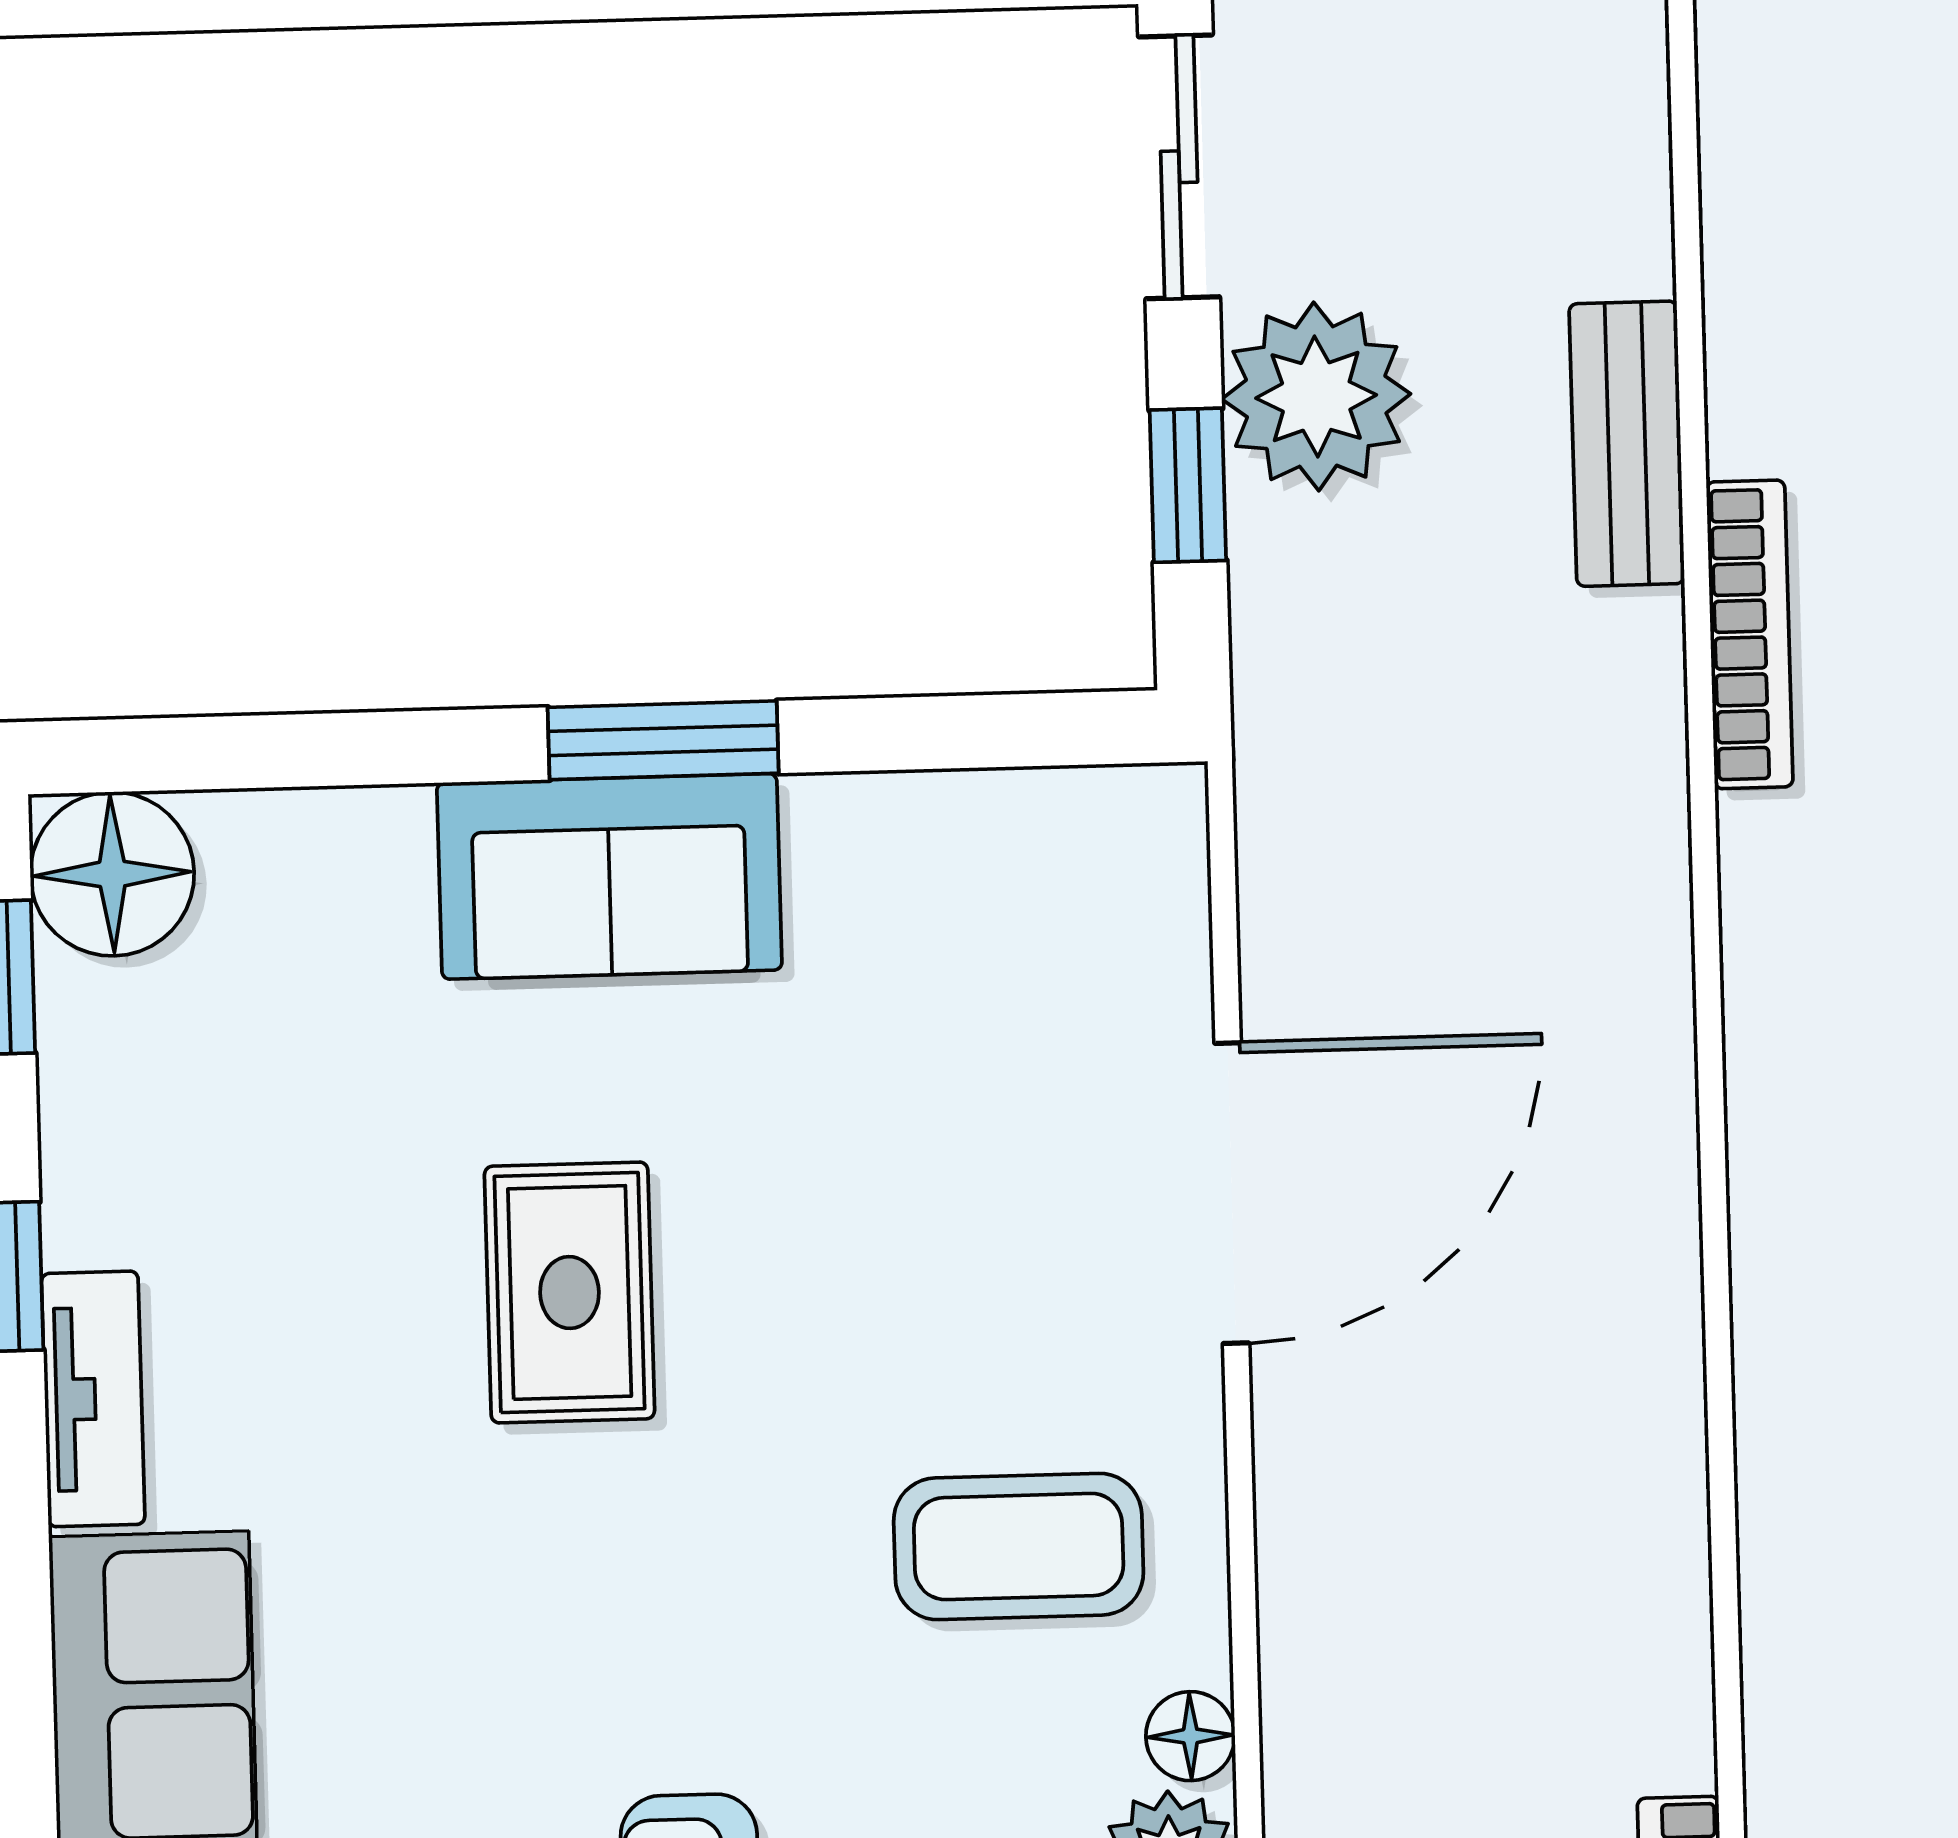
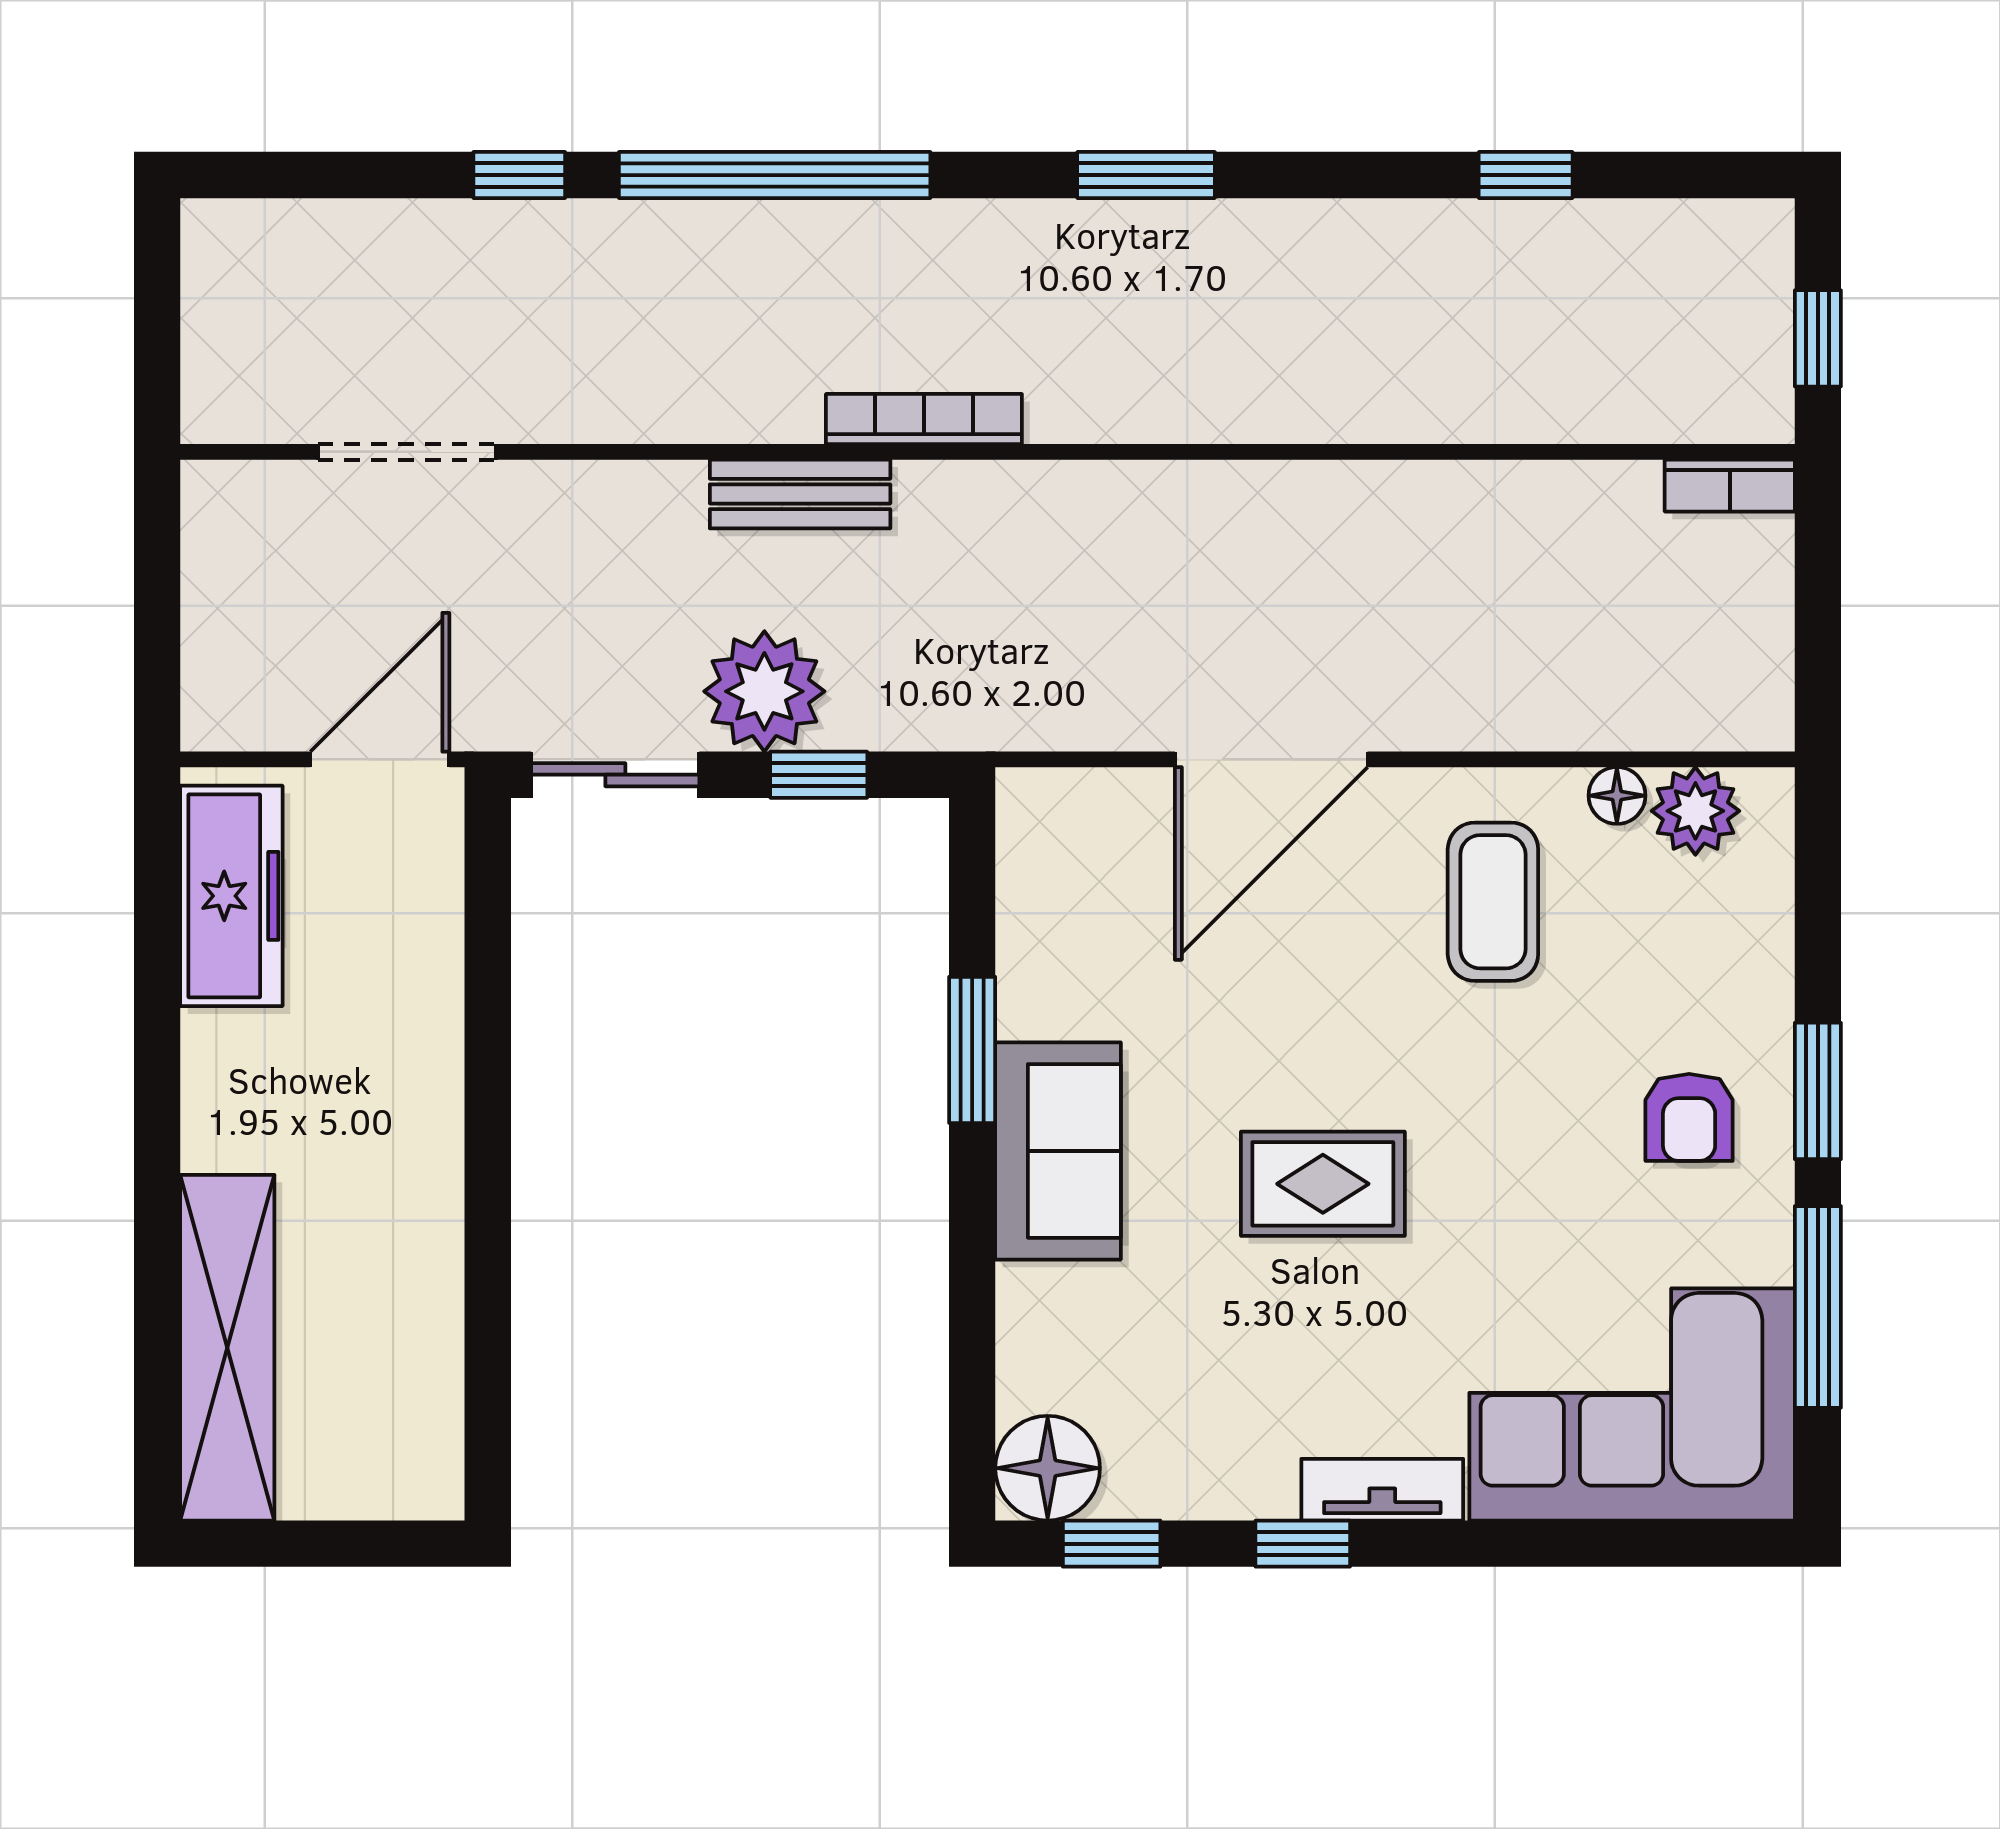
window: (663, 740) -> (972, 1050), moved
door: (1232, 1193) -> (1271, 759), swing flipped

